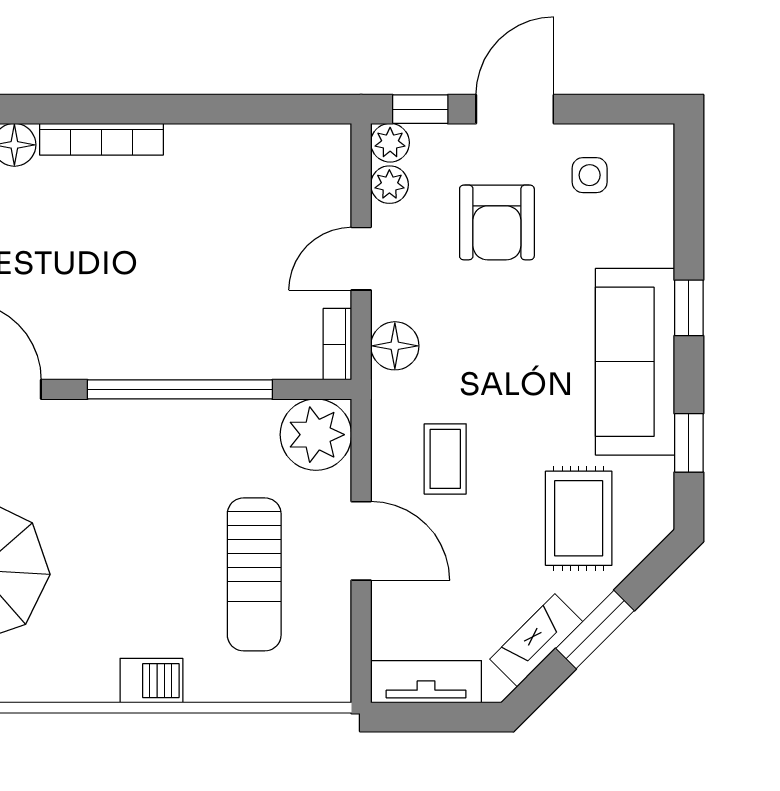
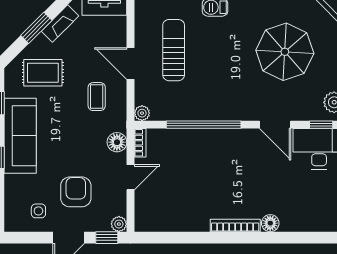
plant: (389, 185) -> (119, 207), removed
plant: (316, 435) -> (142, 113), width x0.53, depth x0.53
rug: (579, 518) -> (43, 73), turned 90

